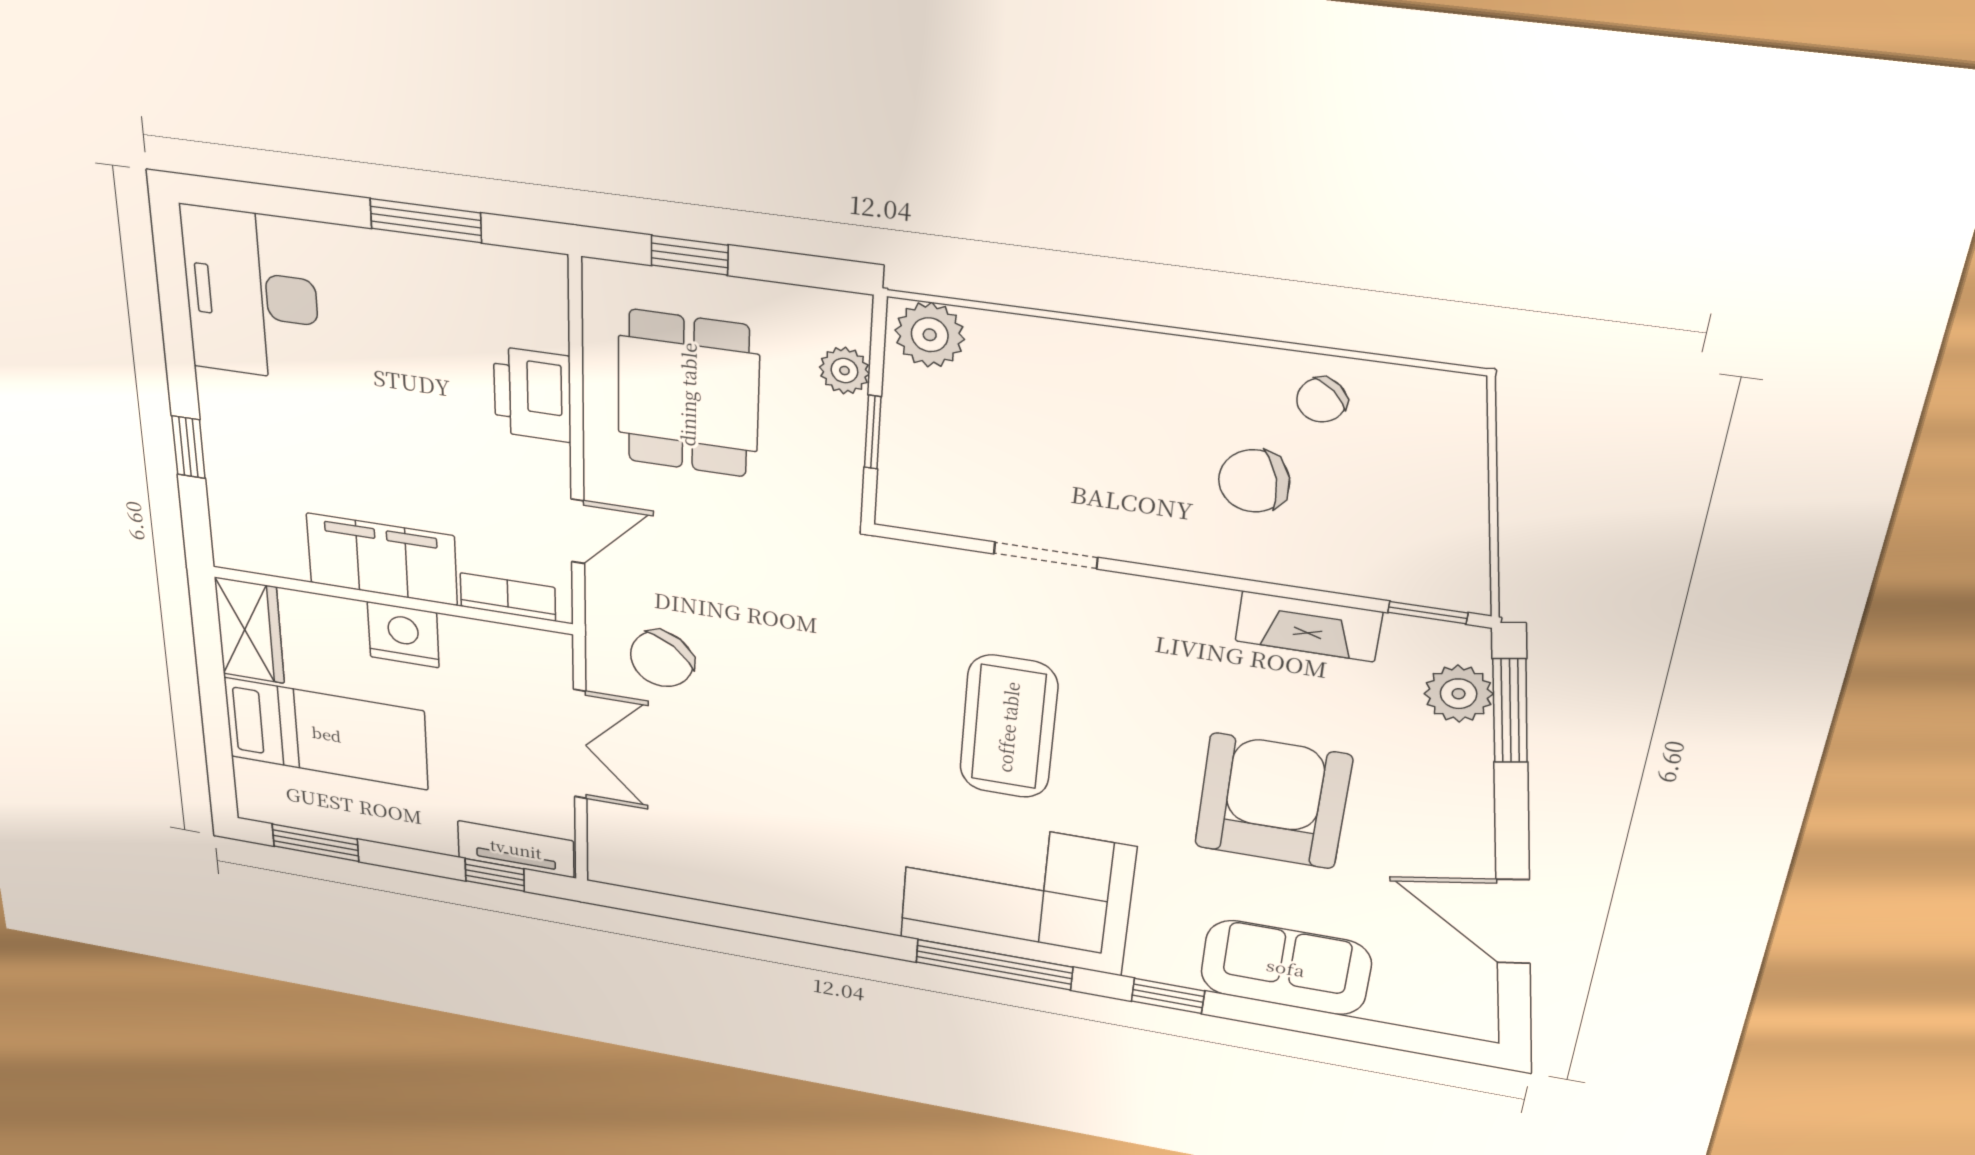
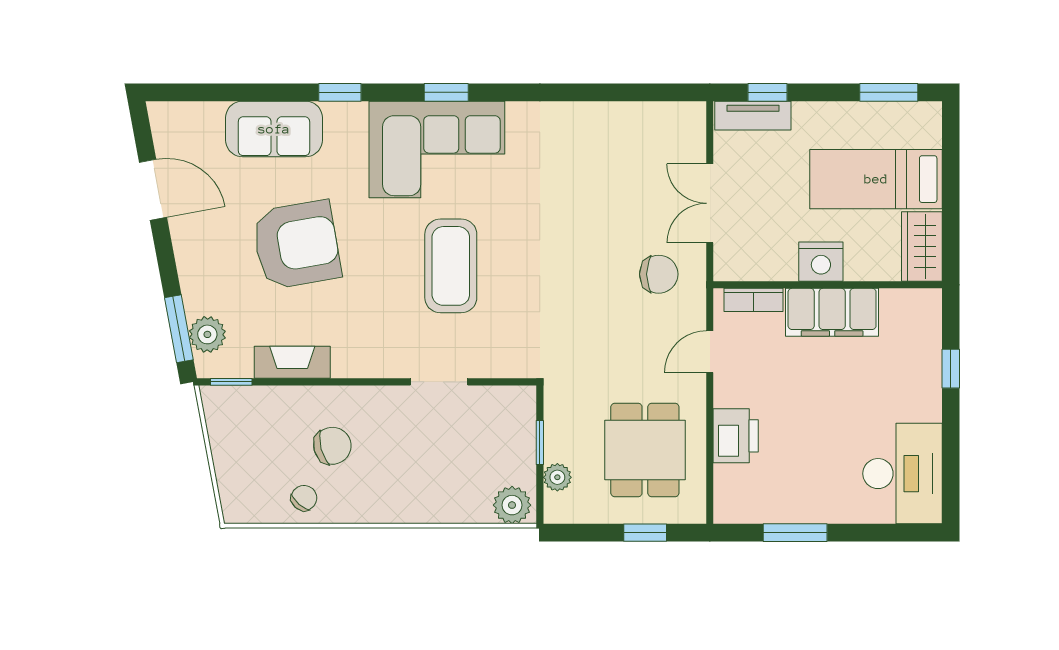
chair: (662, 659) -> (659, 274), turned 54
armchair: (1273, 801) -> (297, 245), turned -100
window: (994, 965) -> (446, 92), width x0.46

